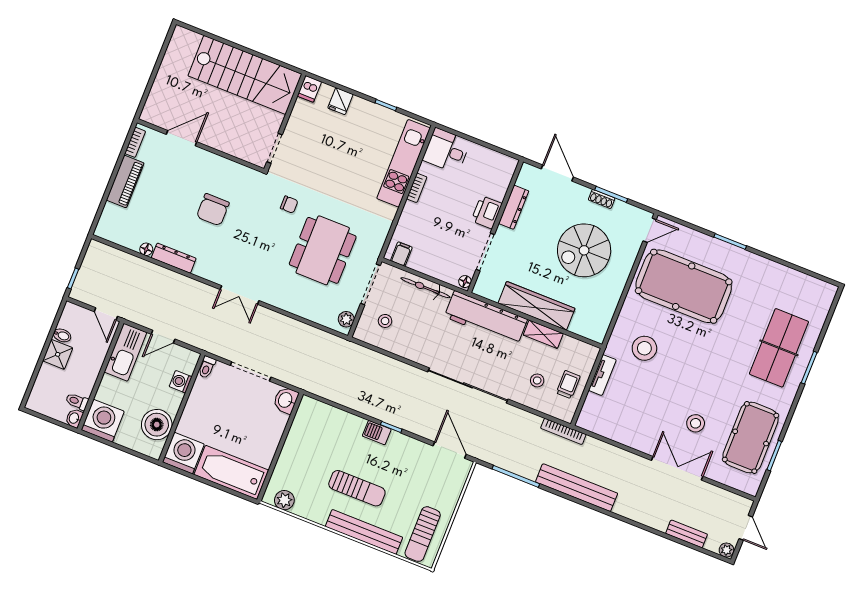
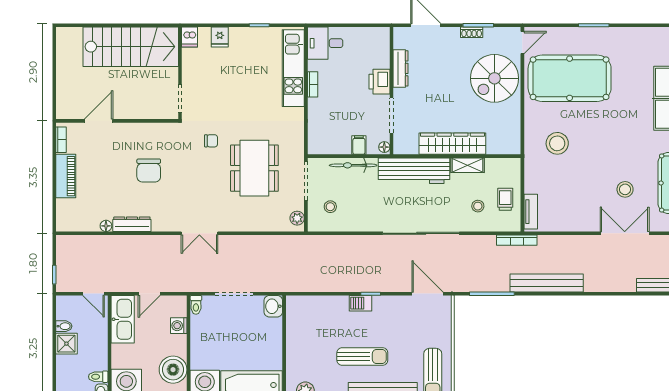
spiral stairs: (584, 250) -> (494, 78), moved
filing cabinet: (401, 254) -> (359, 145), moved
tv unit: (602, 375) -> (531, 212), moved

